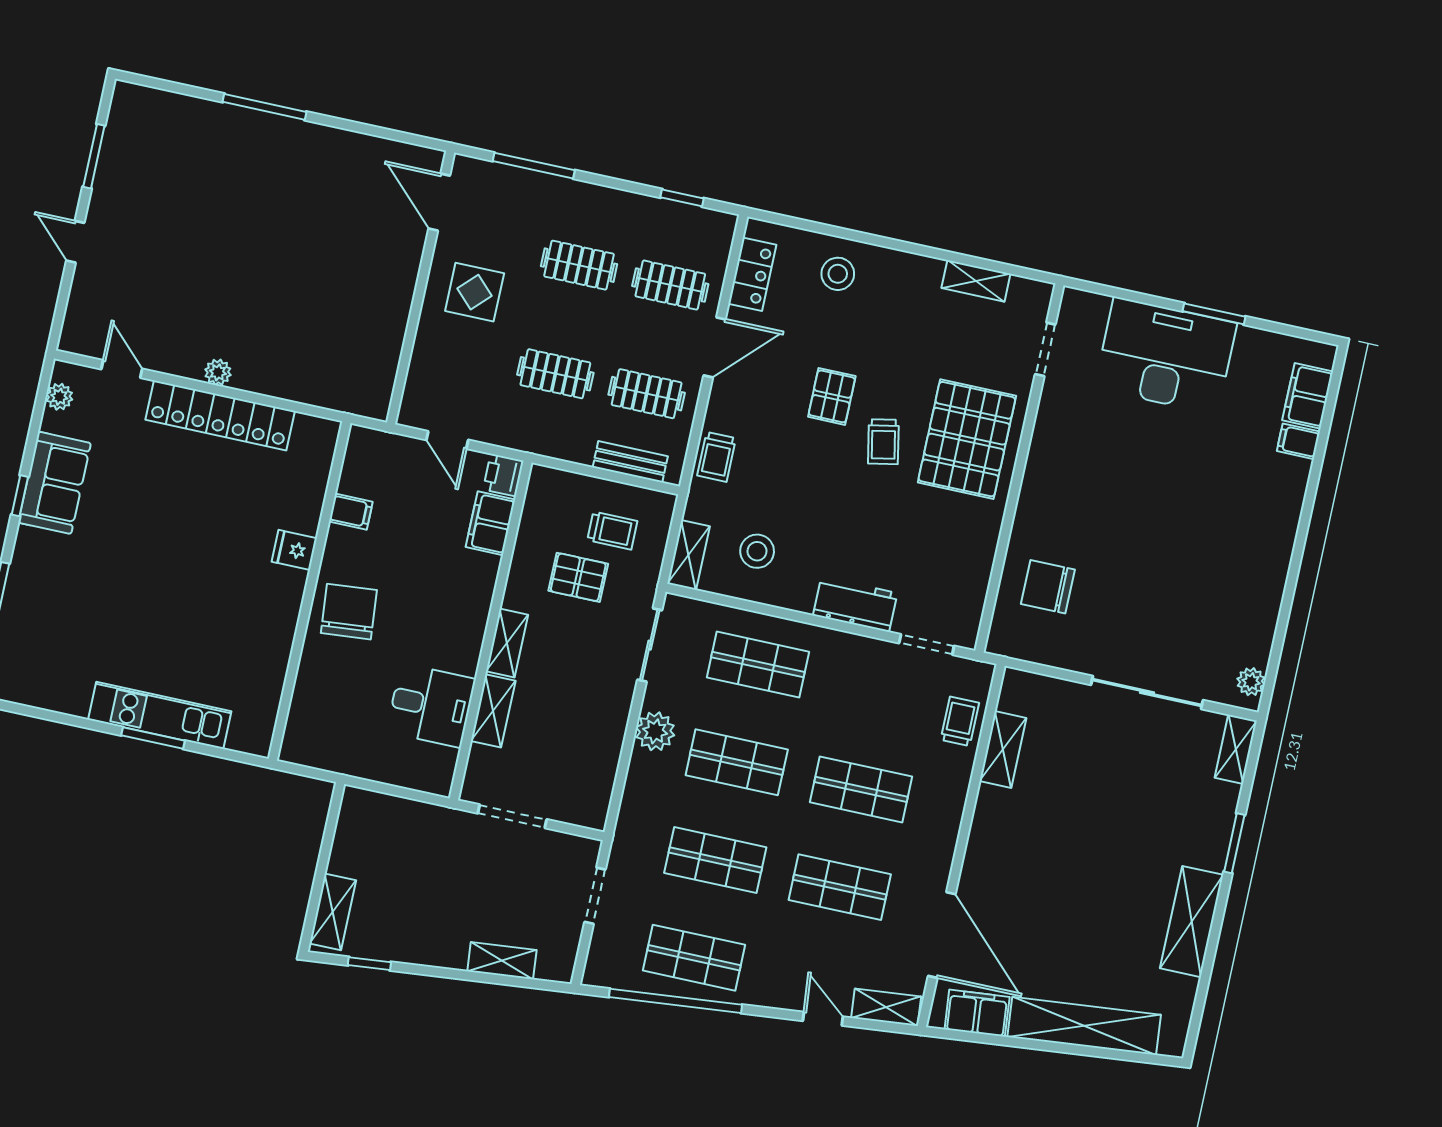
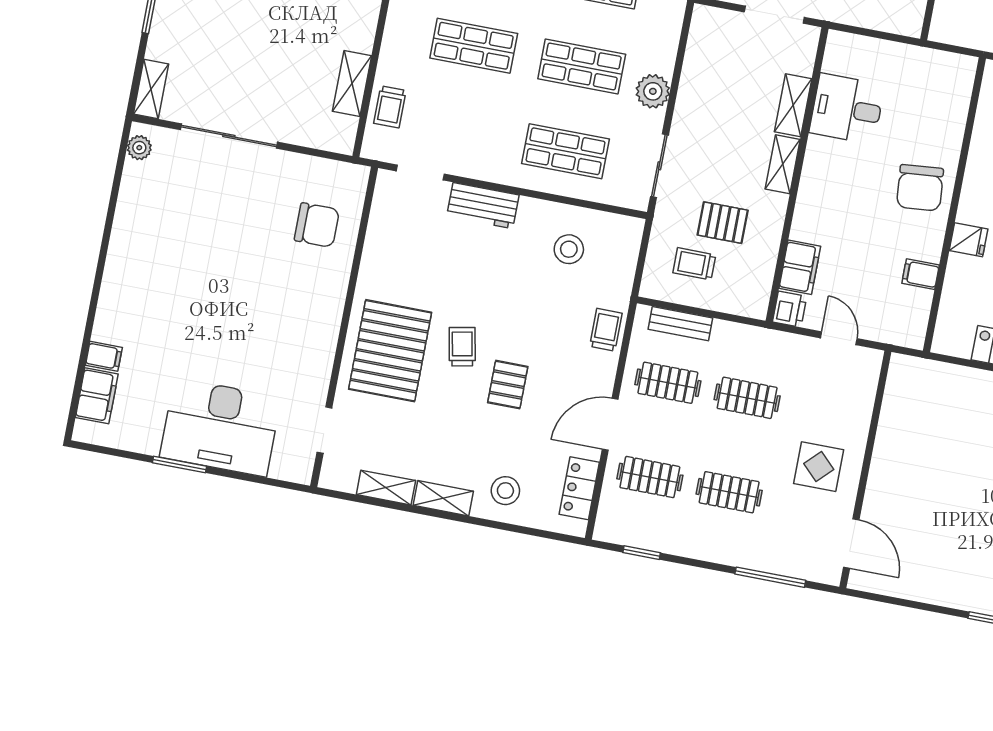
shelving: (689, 555) -> (443, 498), moved, turned 90

